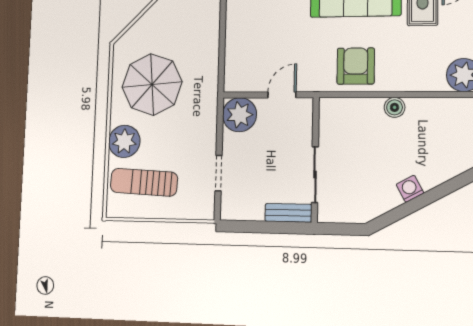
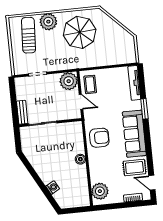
coffee table: (251, 74) -> (90, 84), added
washing machine: (410, 189) -> (53, 188), moved

